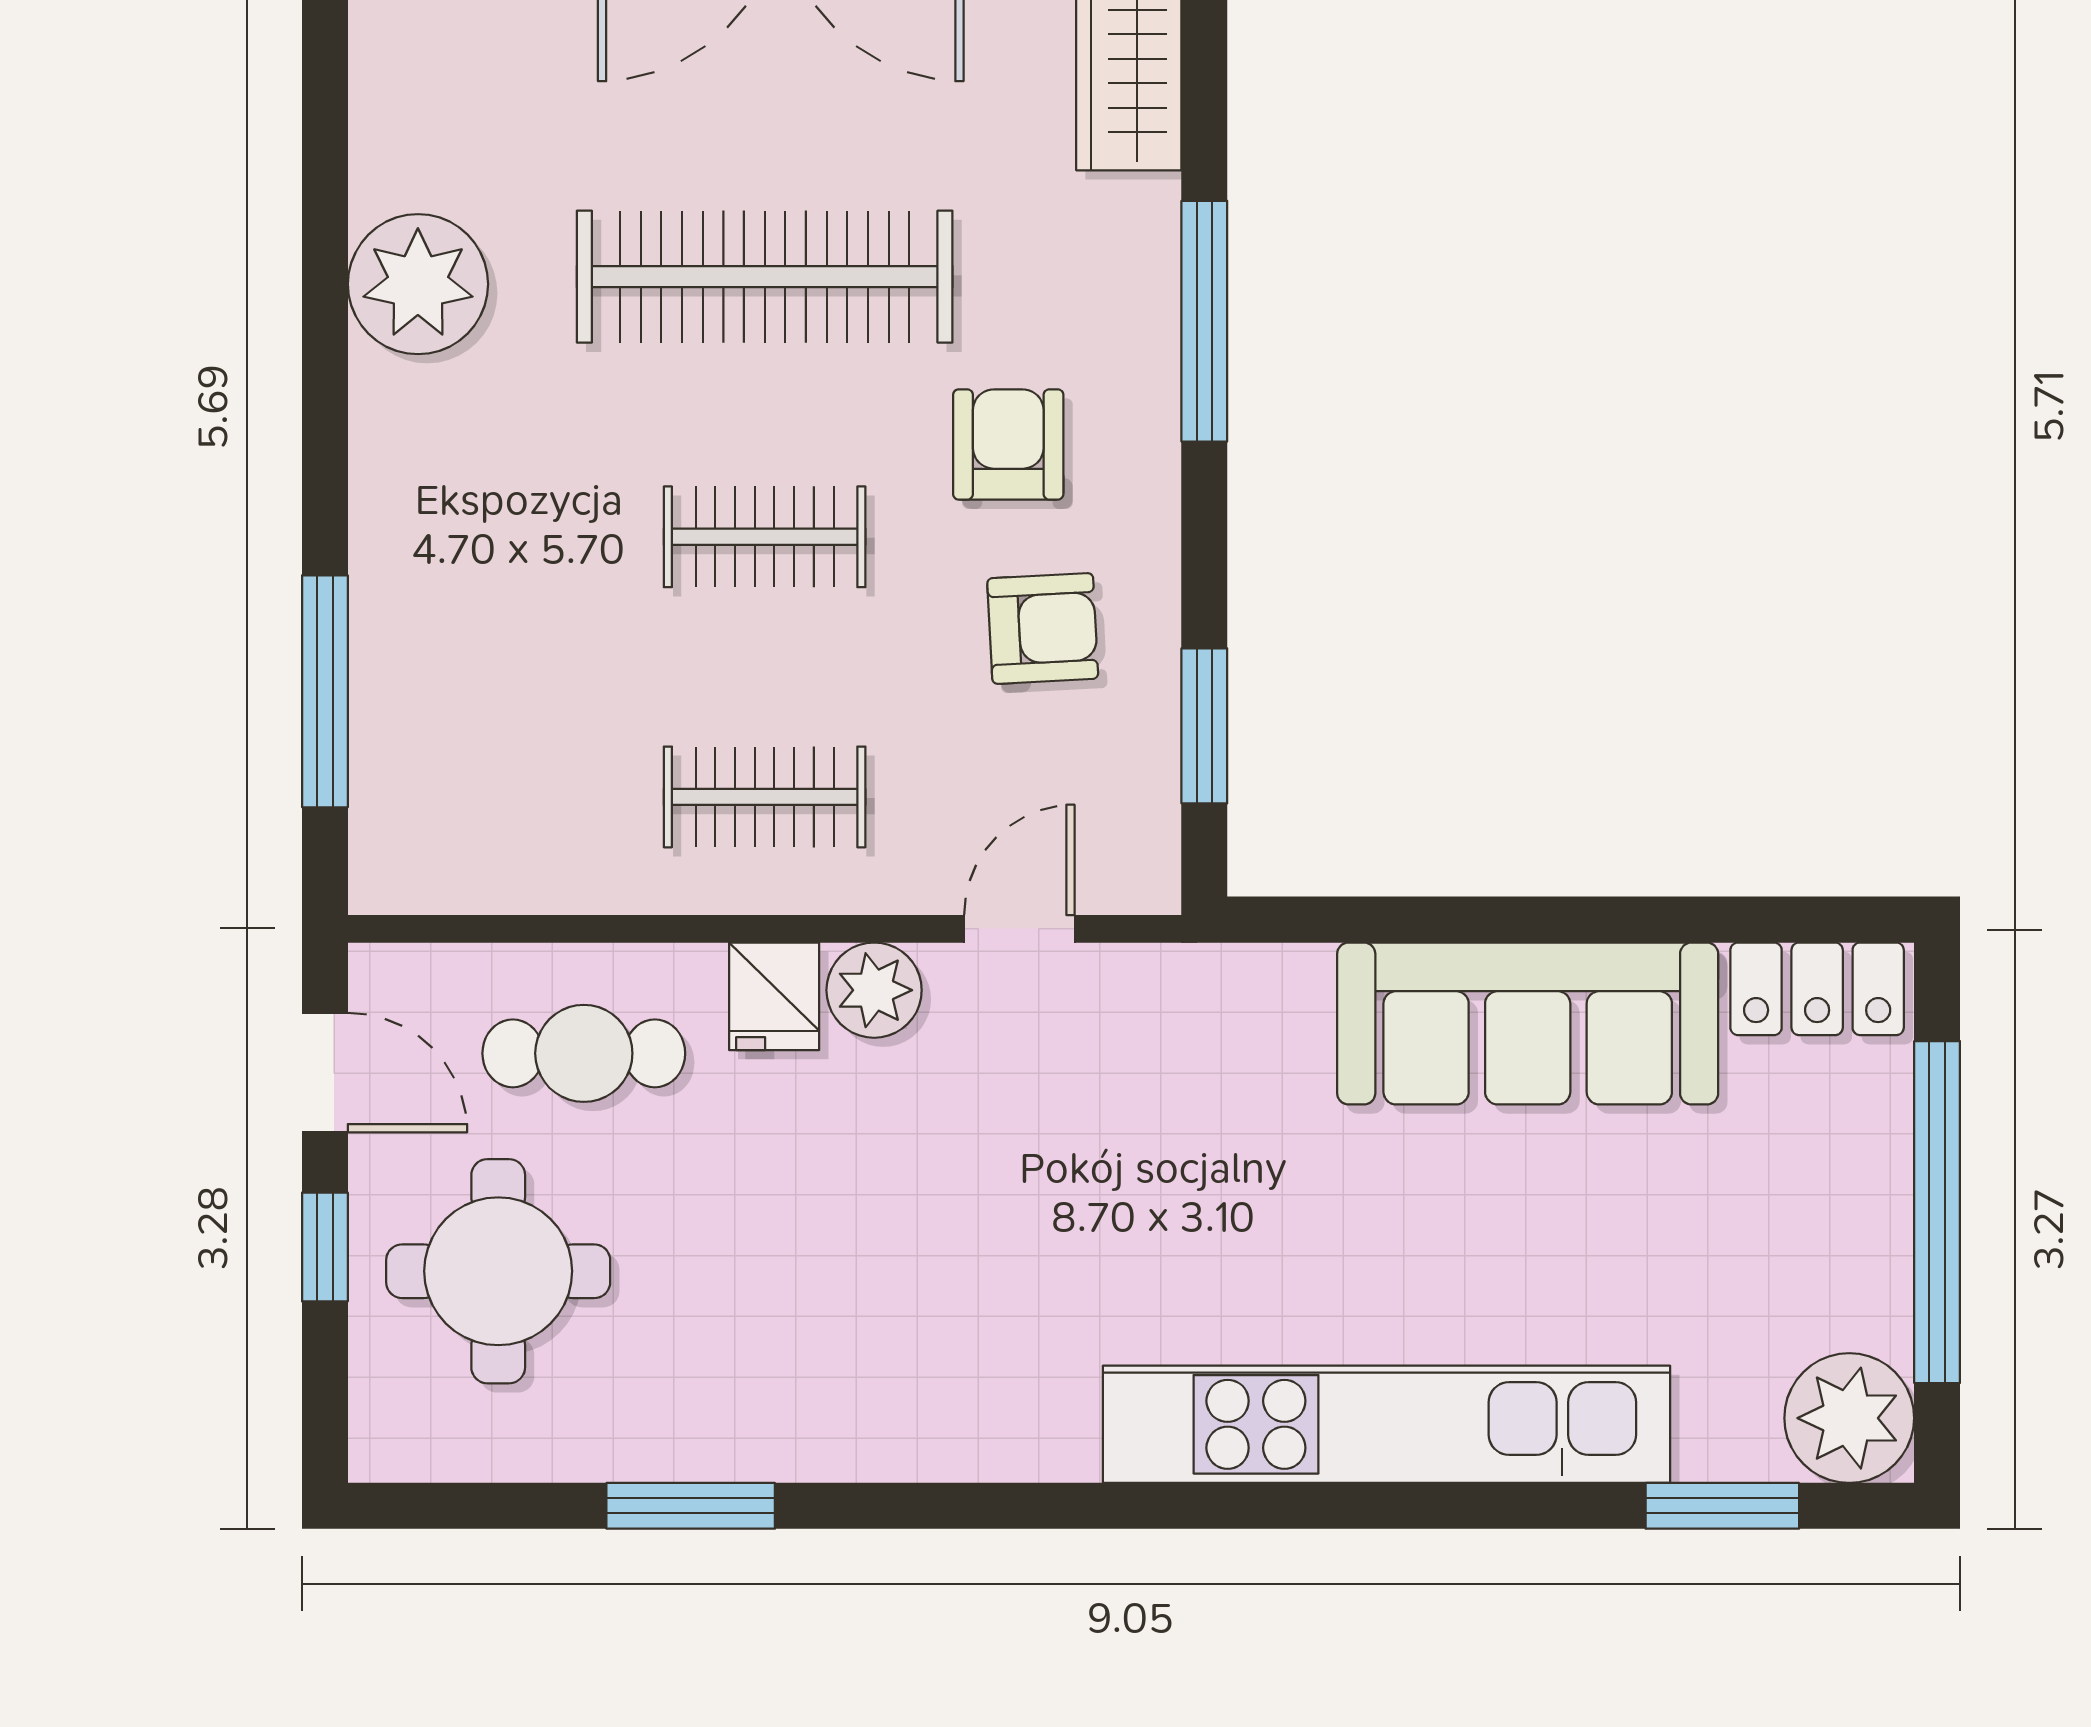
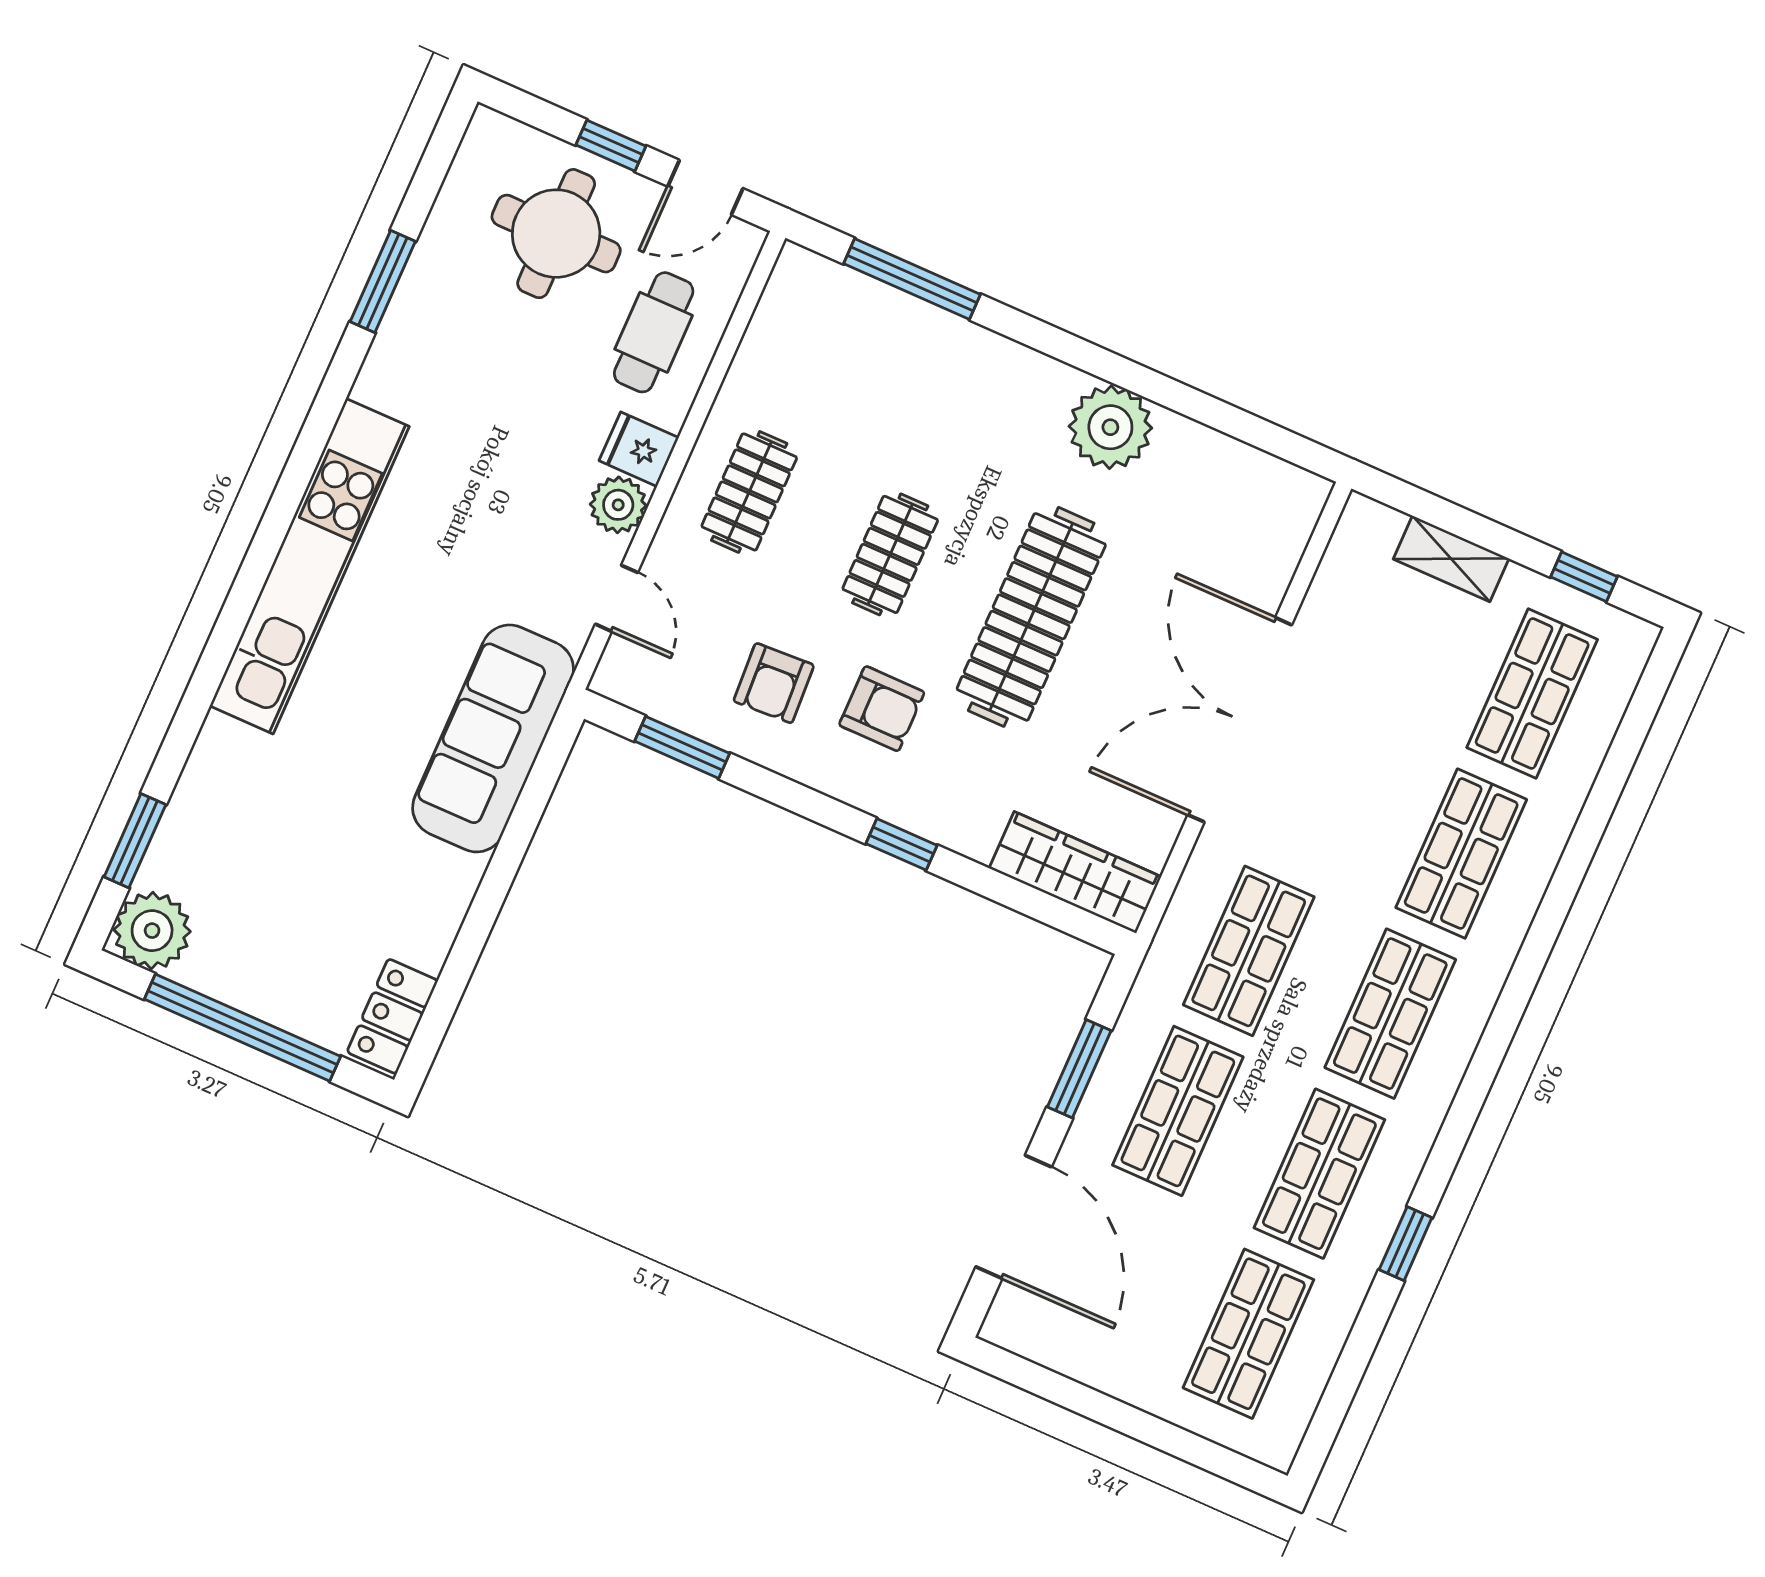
window: (1204, 321) -> (901, 844), width x0.46
sofa: (1528, 1024) -> (493, 738), moved
kitchen unit: (1386, 1424) -> (309, 566), moved

